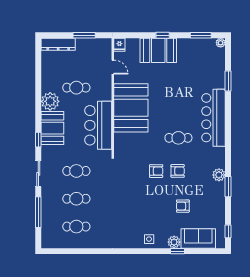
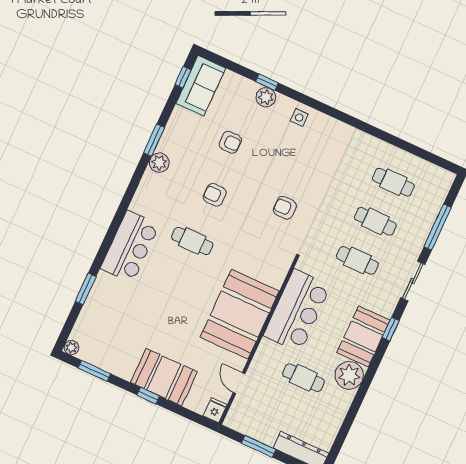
bar counter: (214, 118) -> (130, 247), width x0.73
armchair: (156, 171) -> (285, 208), moved
sofa: (198, 238) -> (201, 86), moved, turned -90

